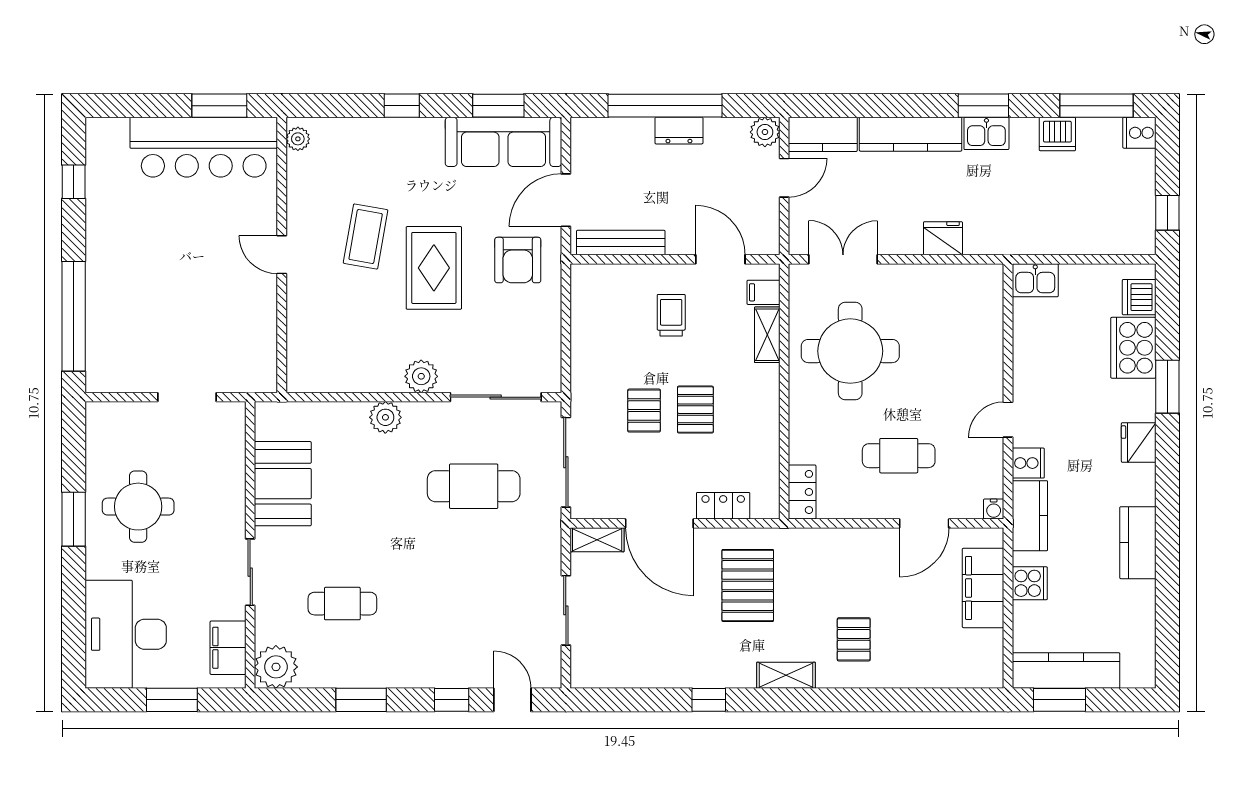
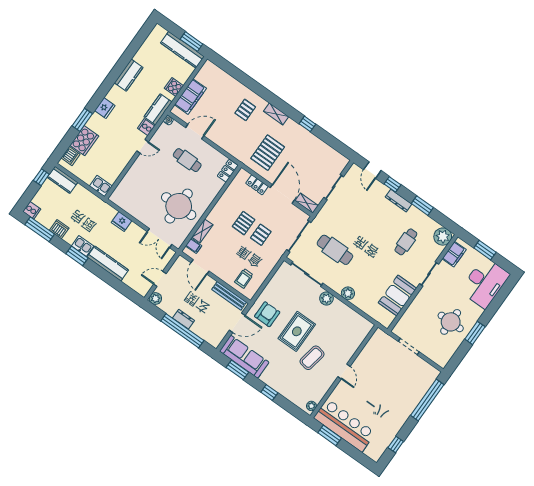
kitchen counter: (823, 134) -> (62, 180), moved, turned 180
trolley: (671, 315) -> (244, 278), moved
cafe table: (342, 604) -> (406, 242), turned 90
dresser: (416, 676) -> (399, 201), added

